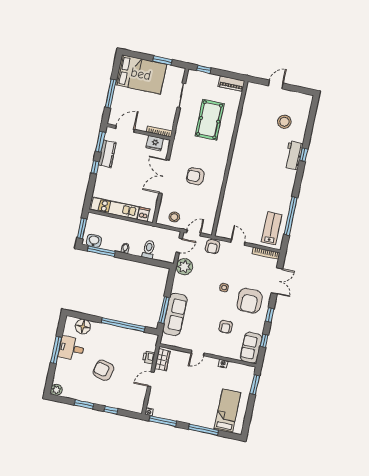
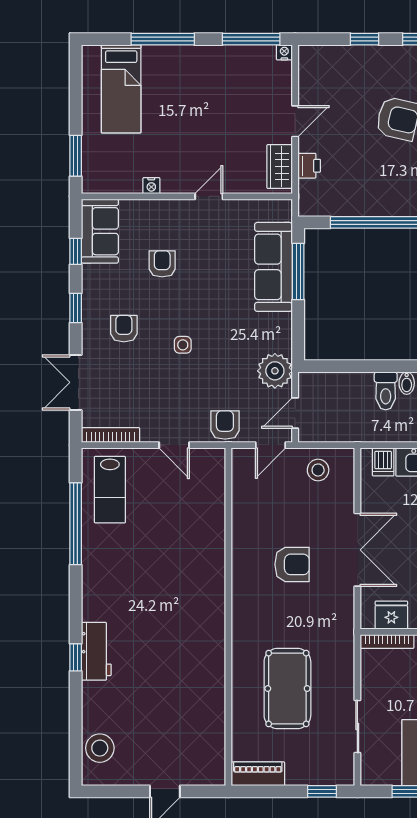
stool: (284, 122) -> (100, 748), moved
toilet: (149, 249) -> (386, 391), moved
armchair: (250, 301) -> (124, 329), width x0.53, depth x0.53

